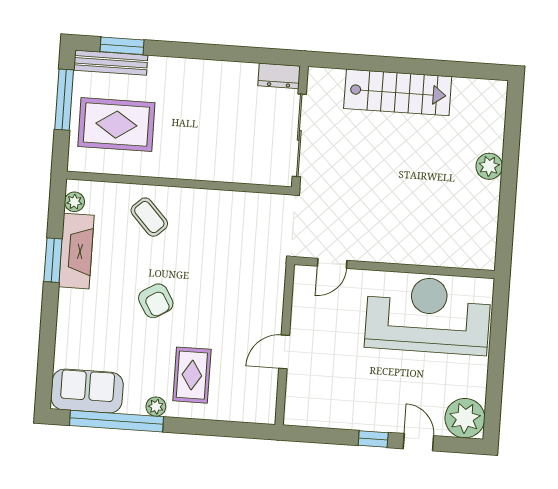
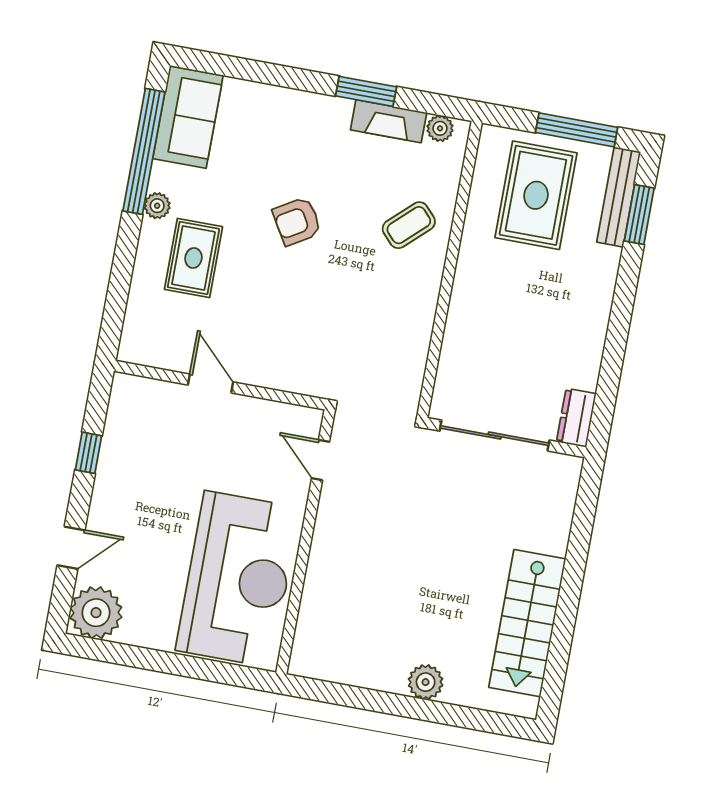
stairs: (398, 92) -> (527, 623), moved
fireplace: (76, 251) -> (389, 121), width x0.73, depth x0.76
rug: (192, 375) -> (193, 258), turned 90
window: (373, 439) -> (88, 453), moved

